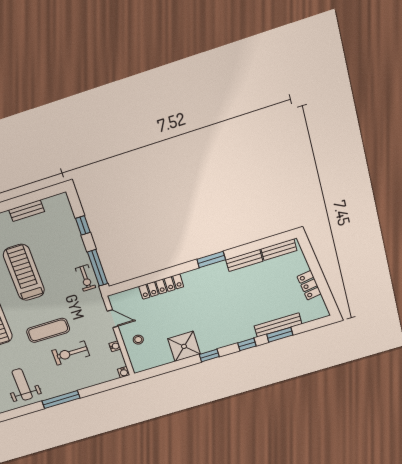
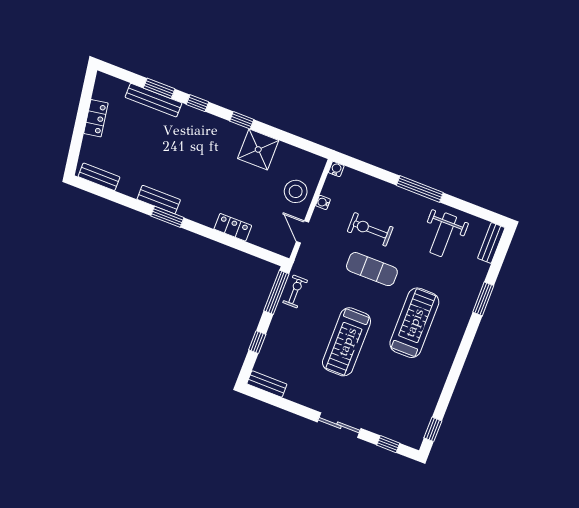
bench: (27, 211) -> (267, 384), moved
bench: (244, 260) -> (159, 200), moved
locker: (161, 287) -> (233, 227), width x0.66
stool: (138, 340) -> (296, 191), width x1.89, depth x1.89
exercise bike: (71, 353) -> (370, 229), turned 180

